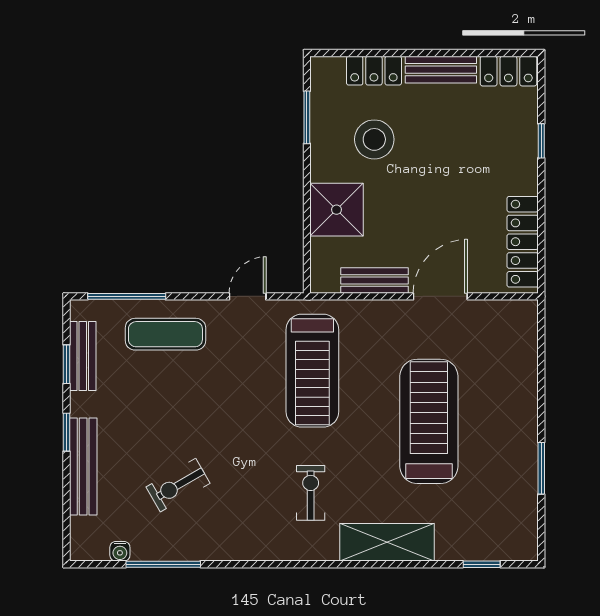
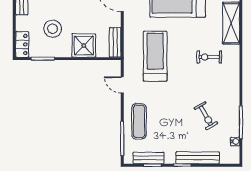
locker: (374, 71) -> (22, 44), moved
bench: (374, 281) -> (115, 42), moved
treadmill: (312, 371) -> (155, 56), turned -90

